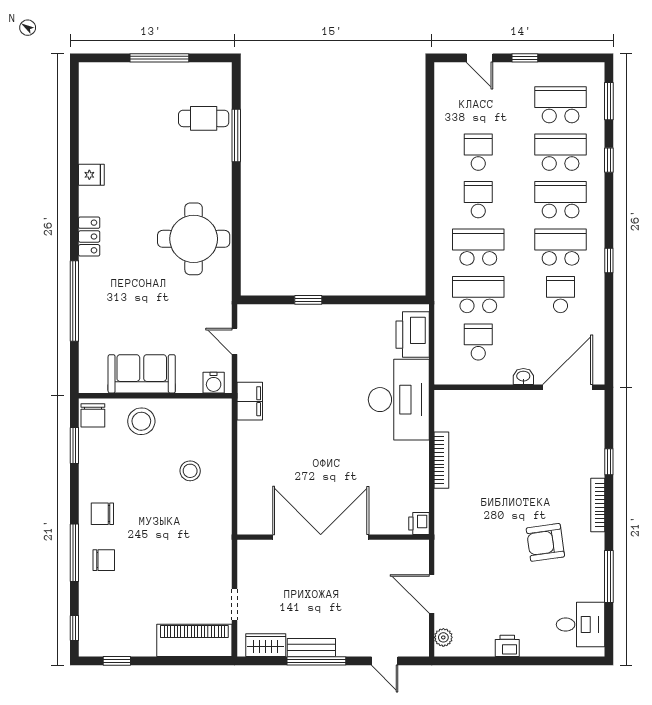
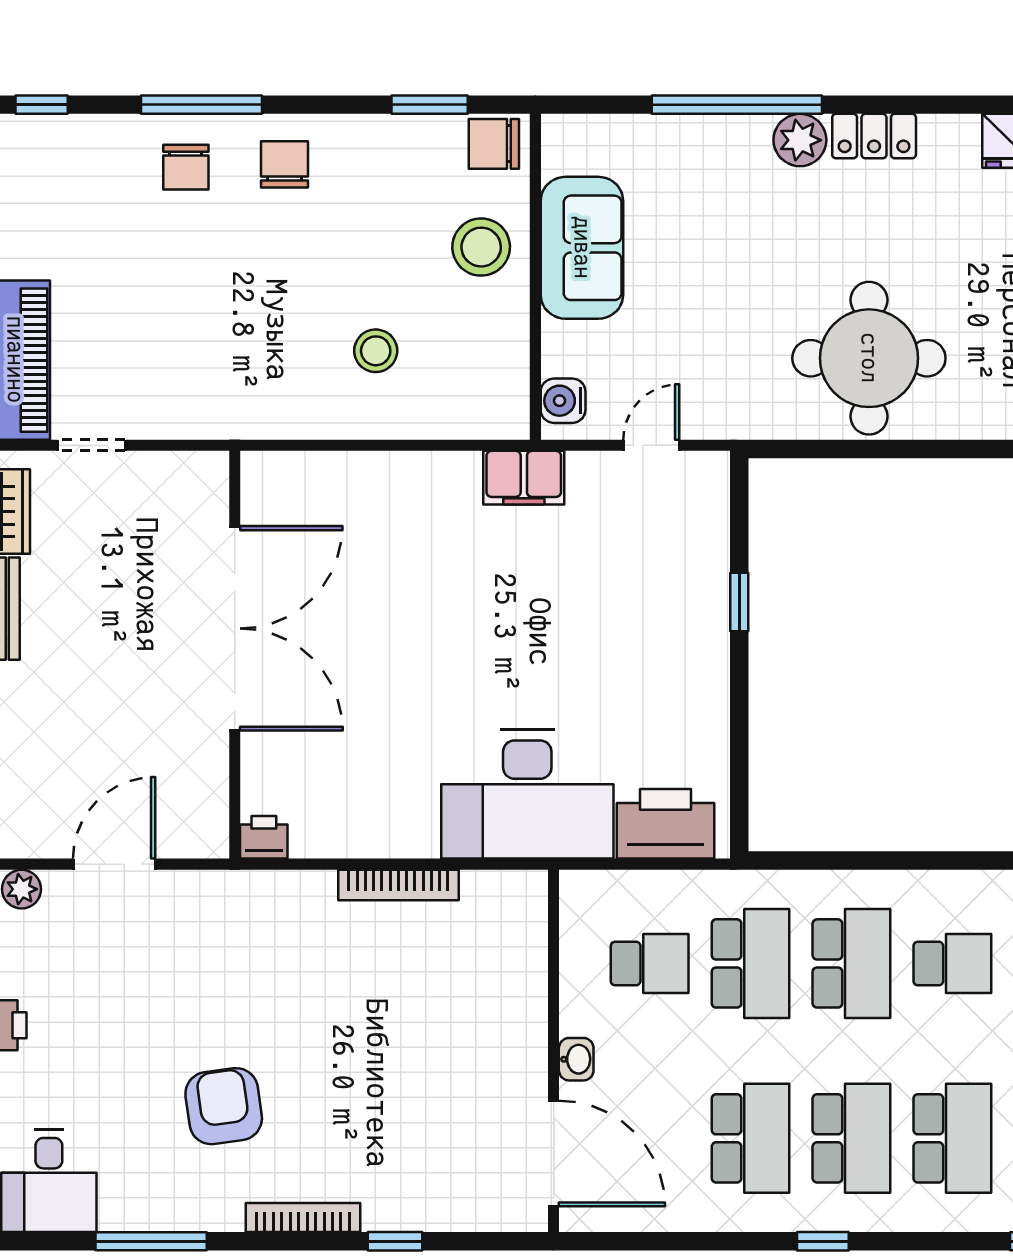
plant: (91, 271) -> (800, 140), added
school desk: (561, 295) -> (751, 1138), width x1.85

